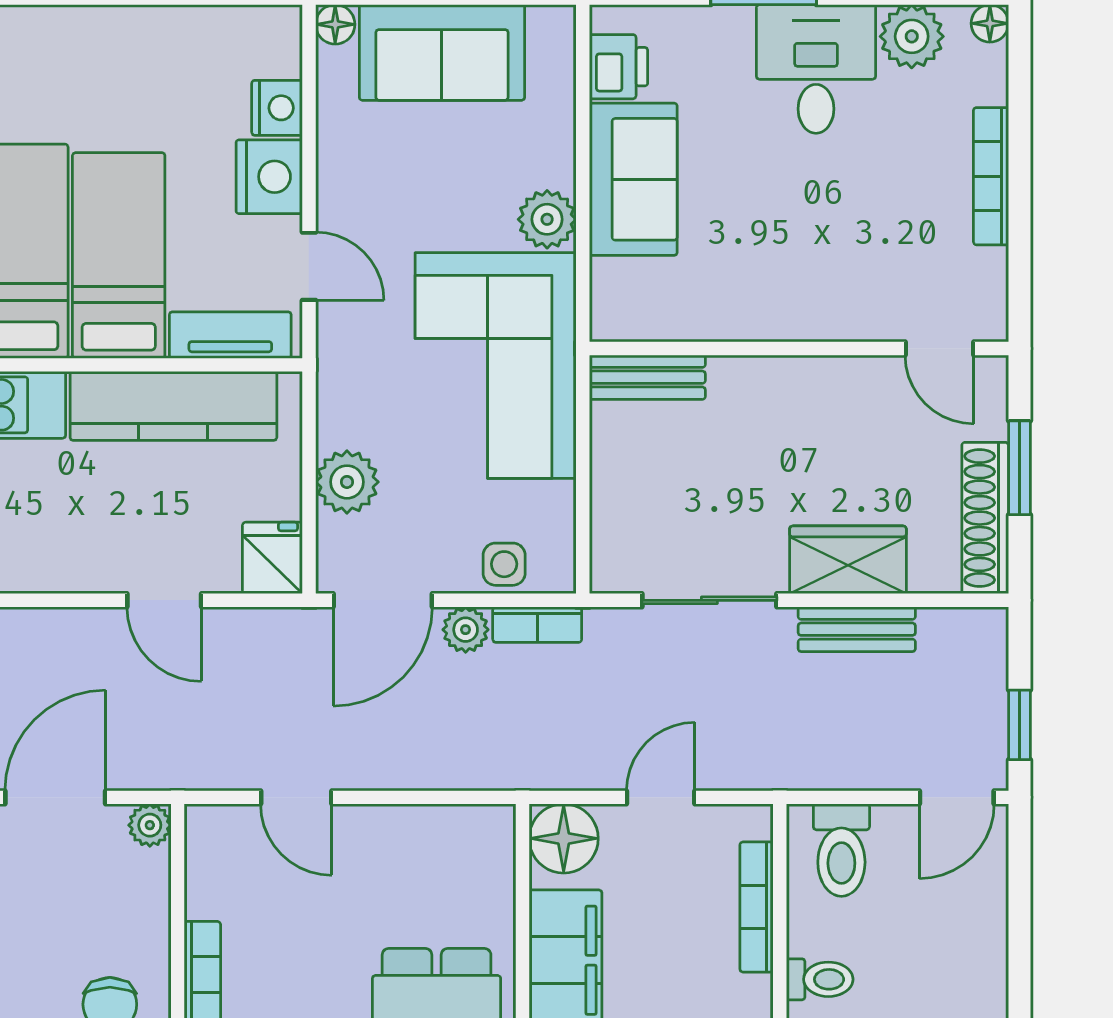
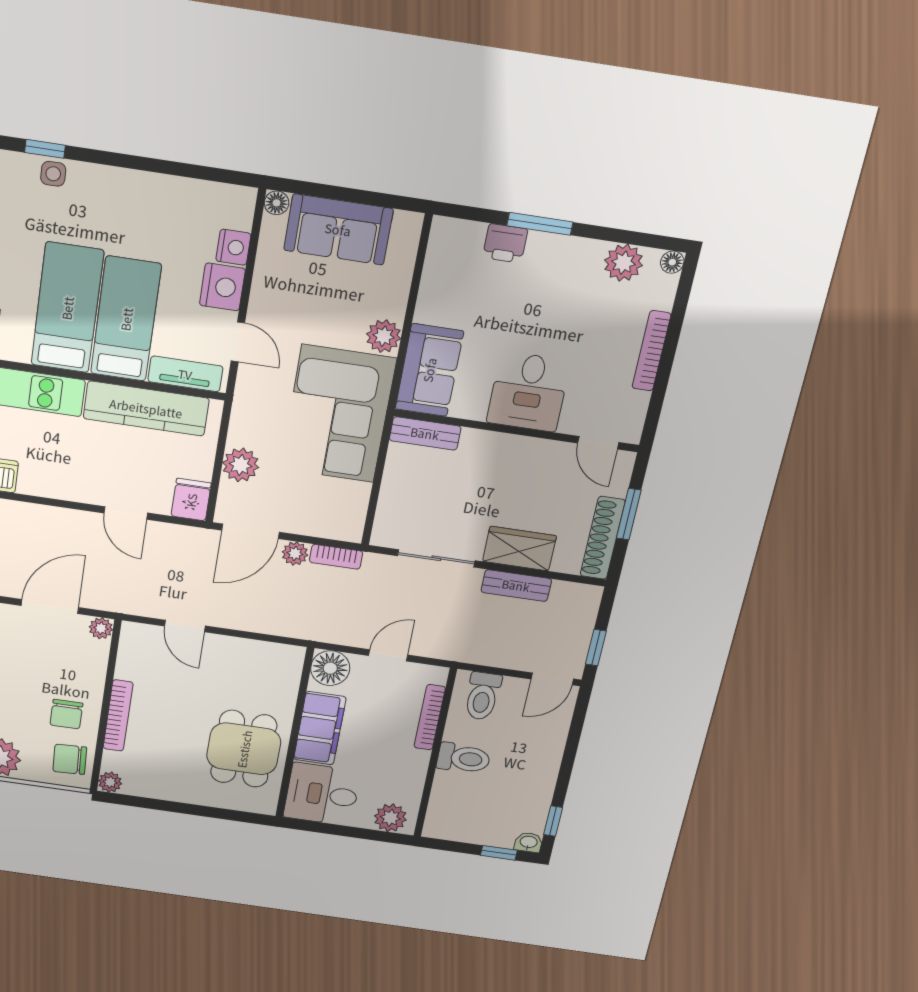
printer: (618, 67) -> (505, 243), moved, turned 90
desk: (816, 69) -> (528, 392), moved, turned 180
sofa: (633, 179) -> (429, 370), moved
side table: (504, 564) -> (323, 522), removed
toilet: (820, 979) -> (464, 758), width x1.37, depth x1.39

